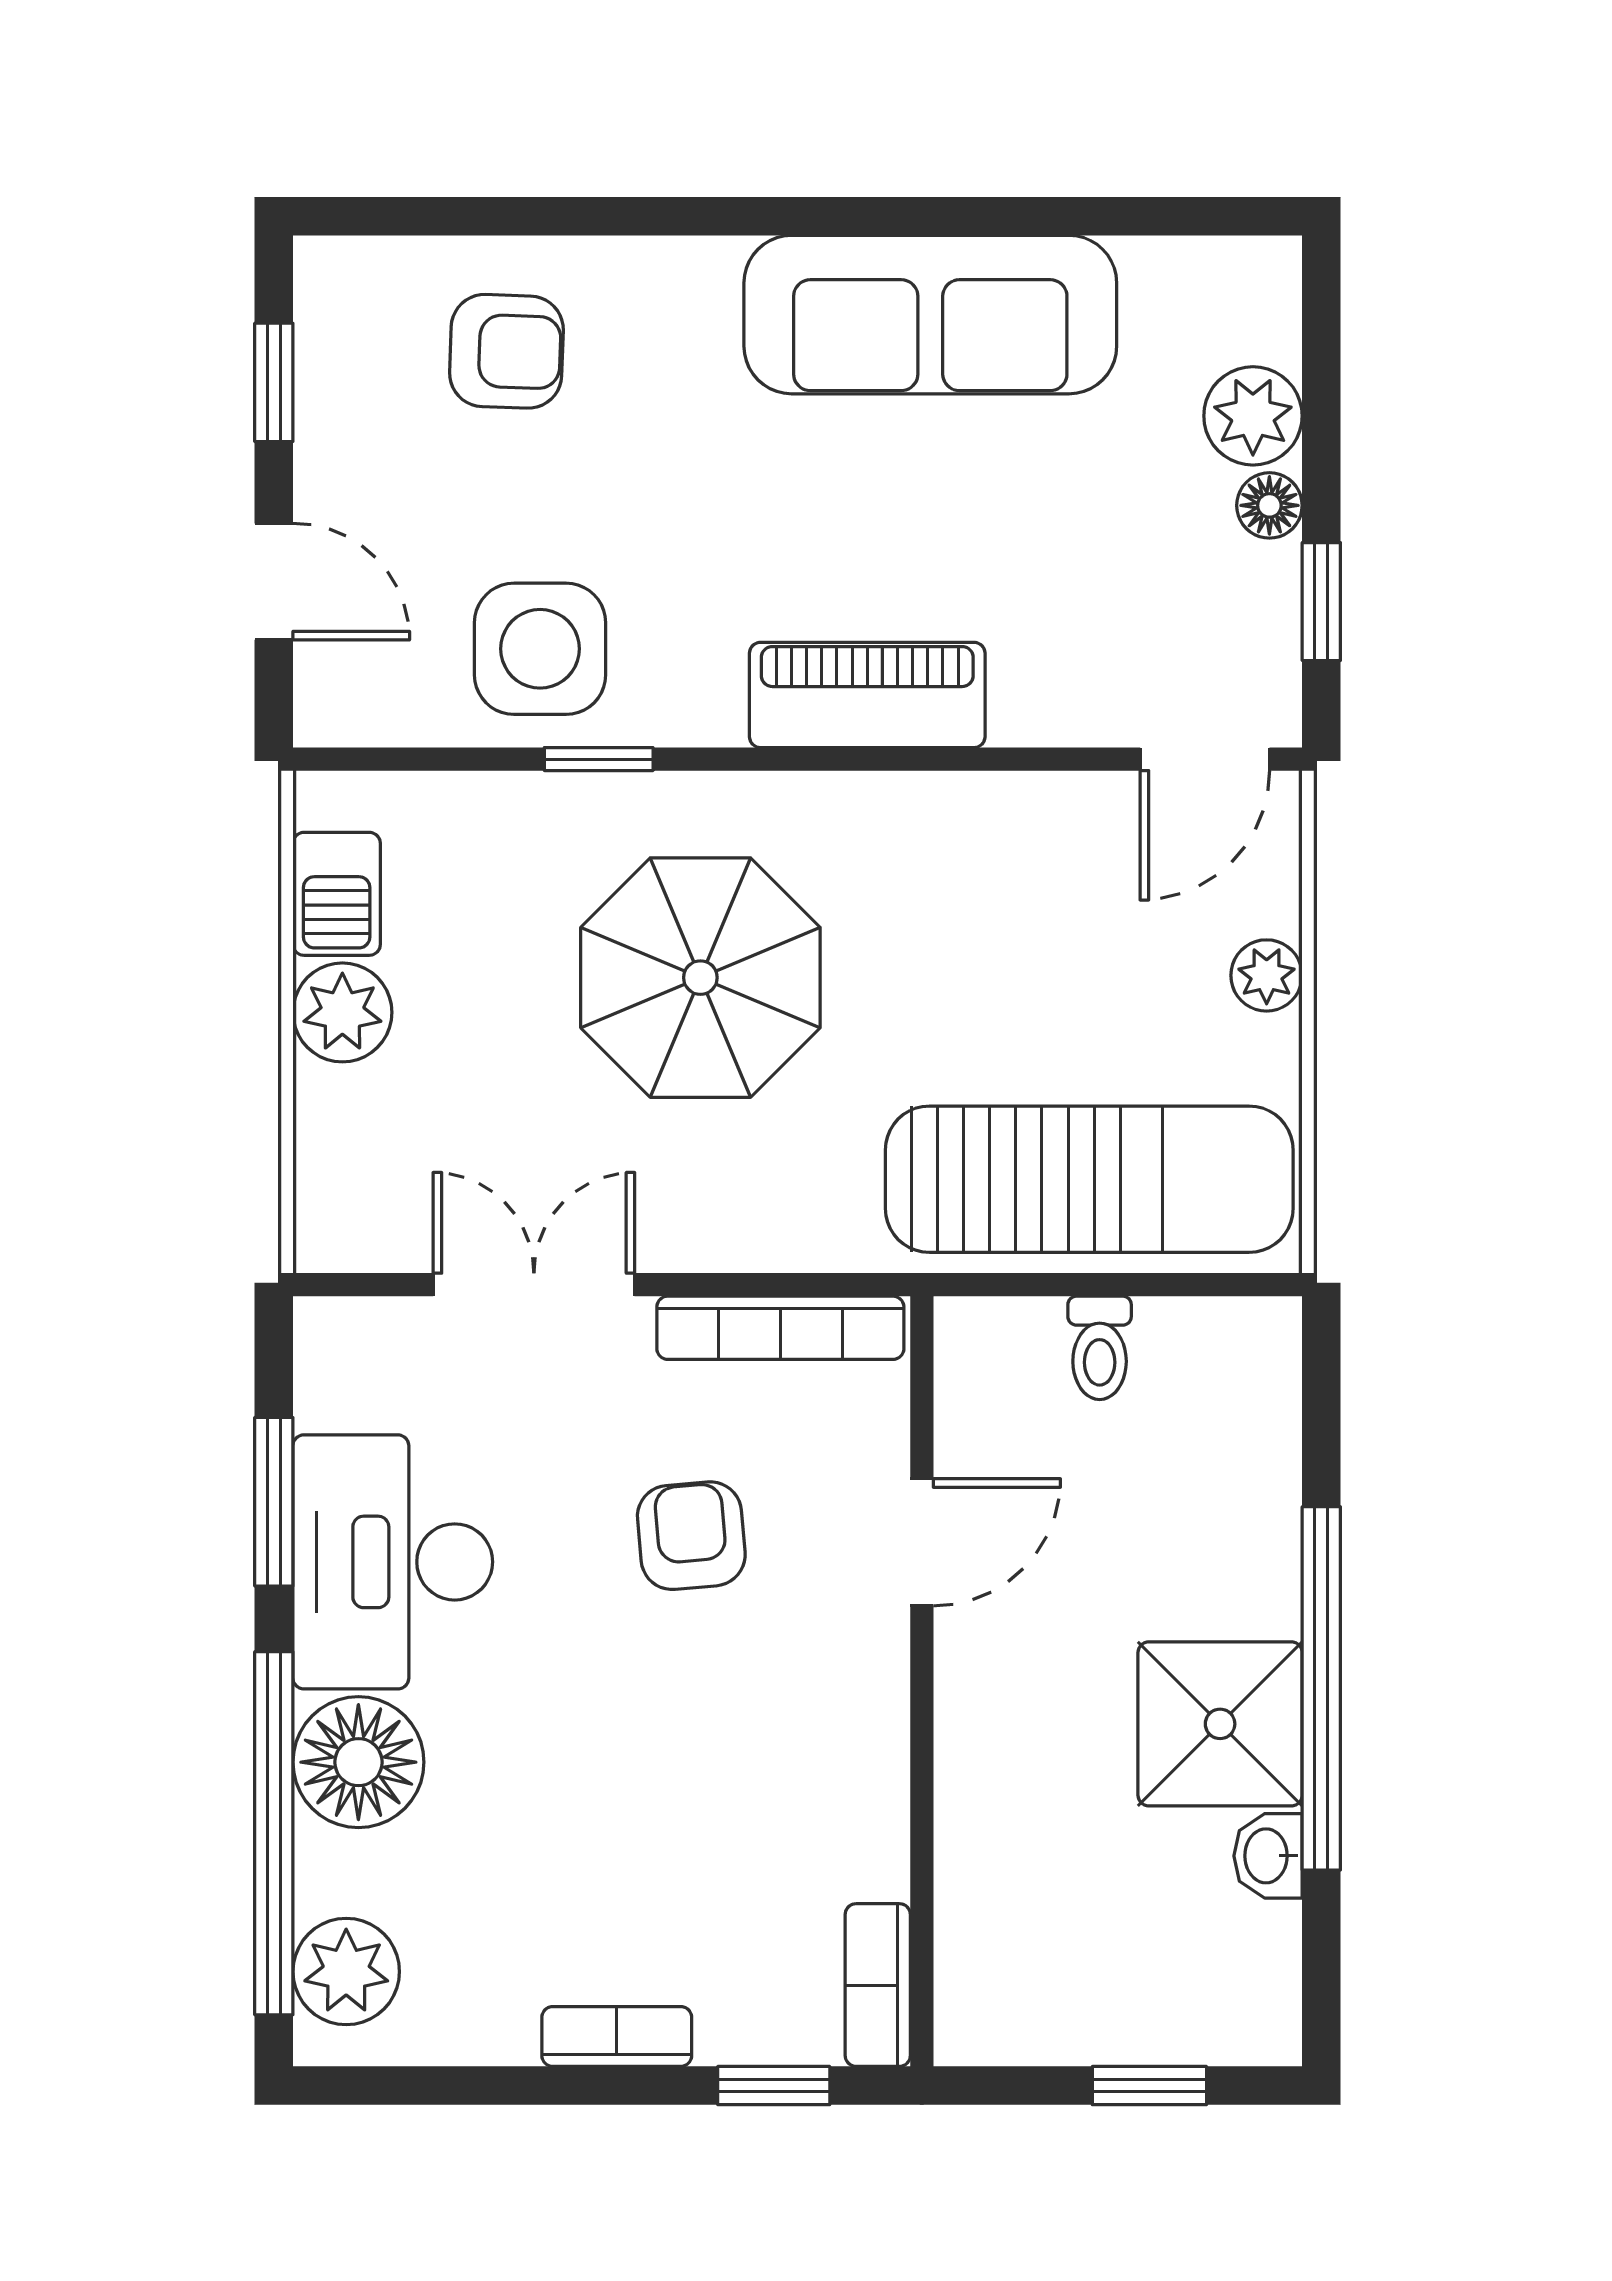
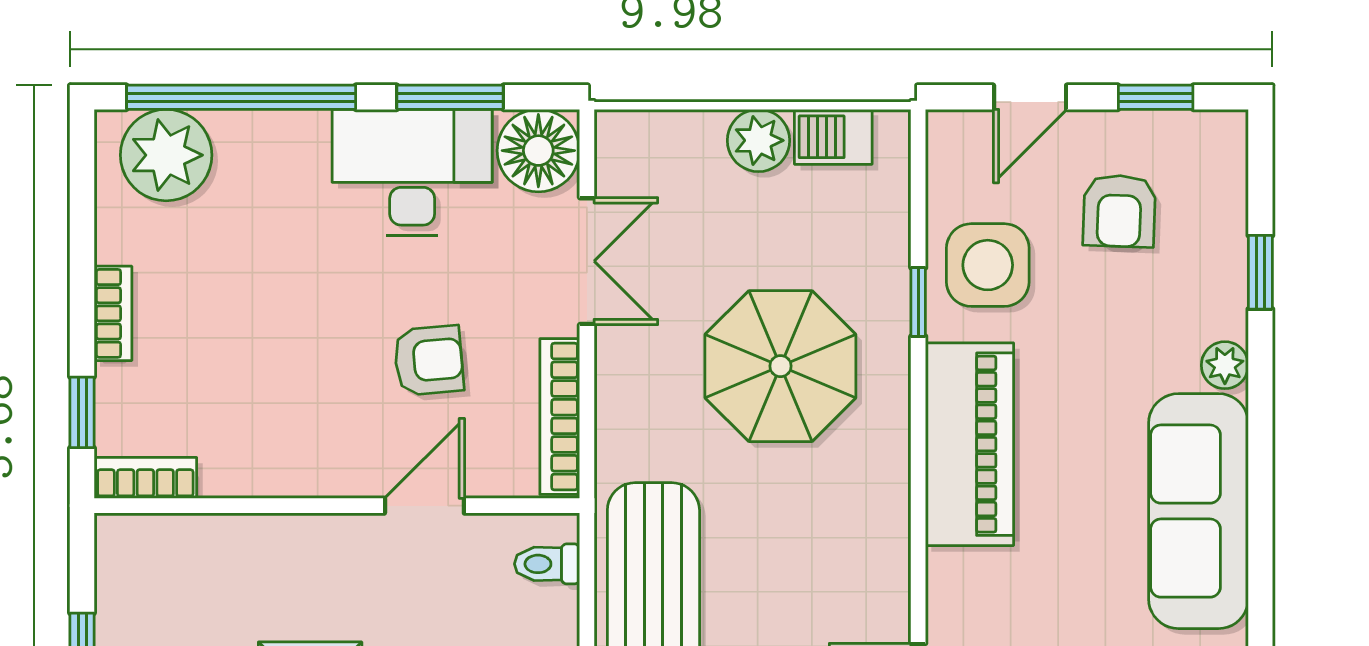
window: (551, 216) -> (1260, 272), added
plant: (699, 273) -> (1225, 365), added
armchair: (506, 351) -> (1119, 211), moved
piano: (867, 695) -> (970, 444), width x1.37, depth x1.33
toilet: (1100, 1348) -> (547, 564), moved
door: (922, 1542) -> (424, 506), swing flipped
floor lamp: (358, 1762) -> (538, 151), moved
plant: (346, 1972) -> (166, 155), width x1.36, depth x1.36

